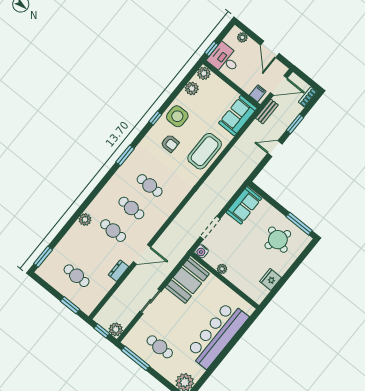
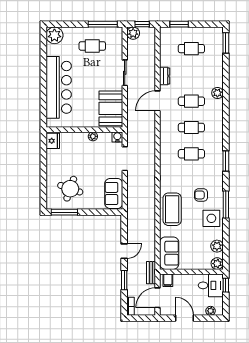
window: (155, 118) -> (226, 205), width x2.17
fridge: (271, 279) -> (53, 141), moved

